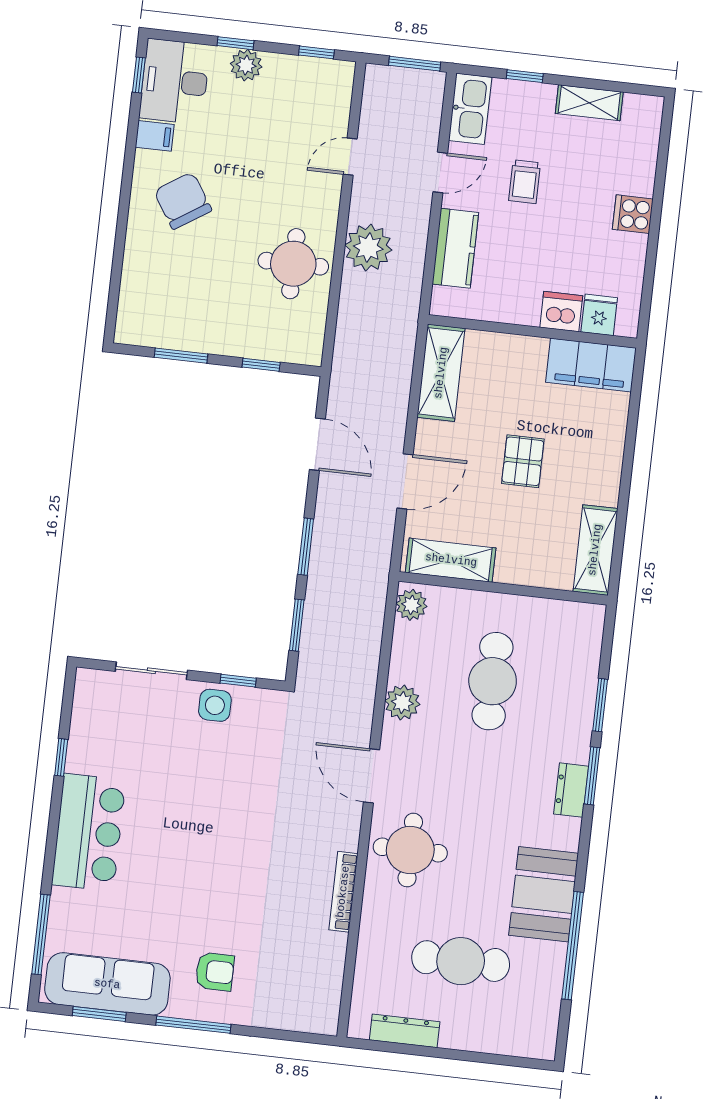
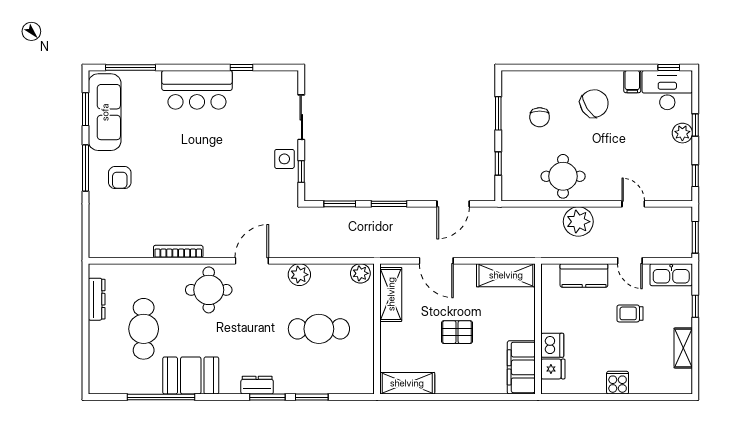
chair: (195, 290) -> (540, 117), added

